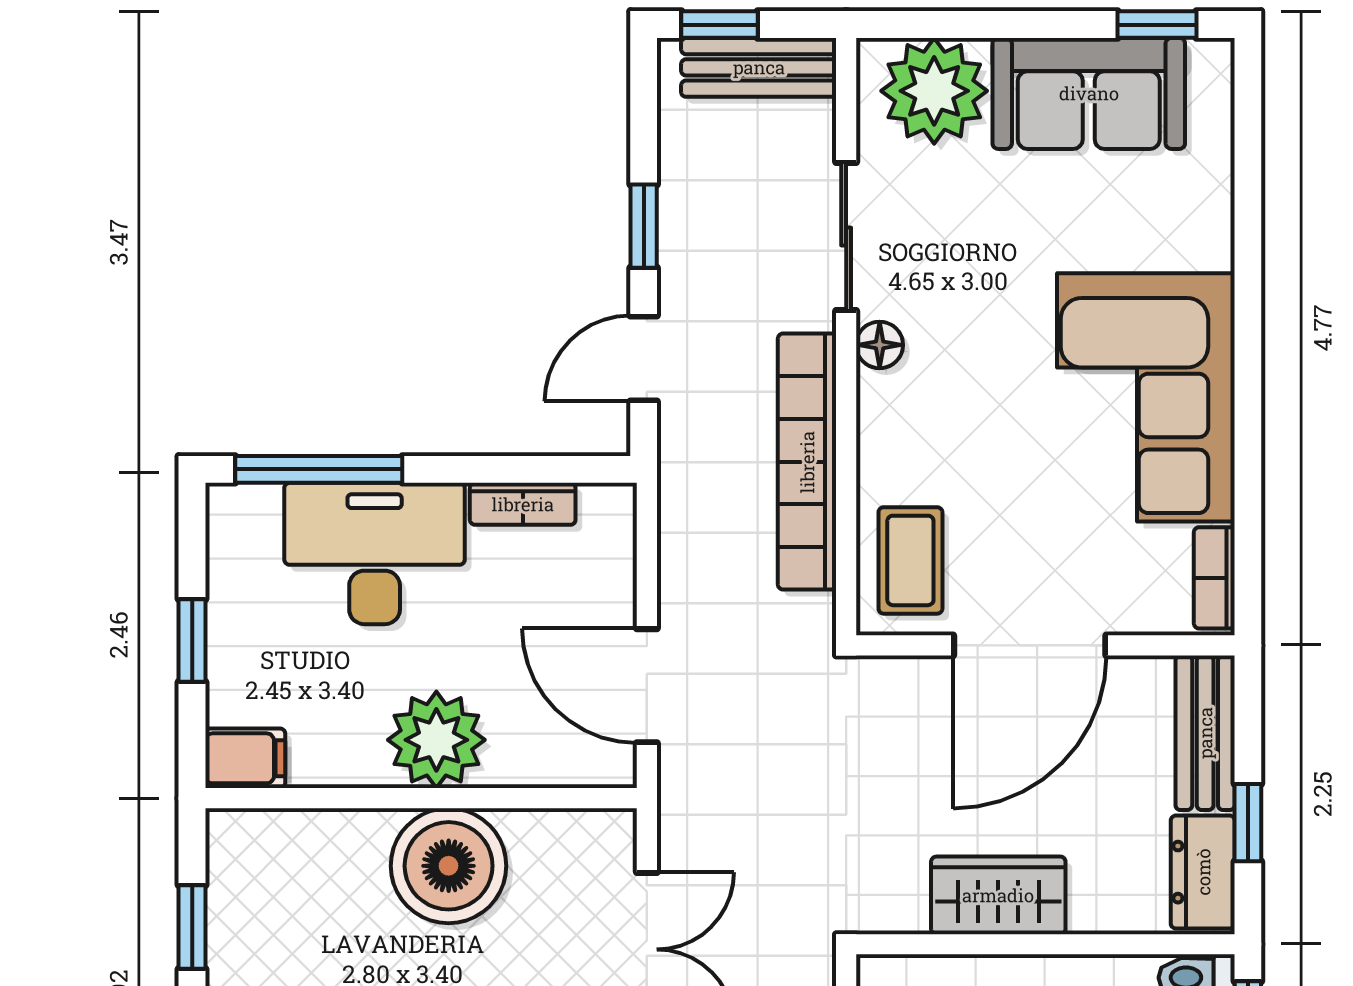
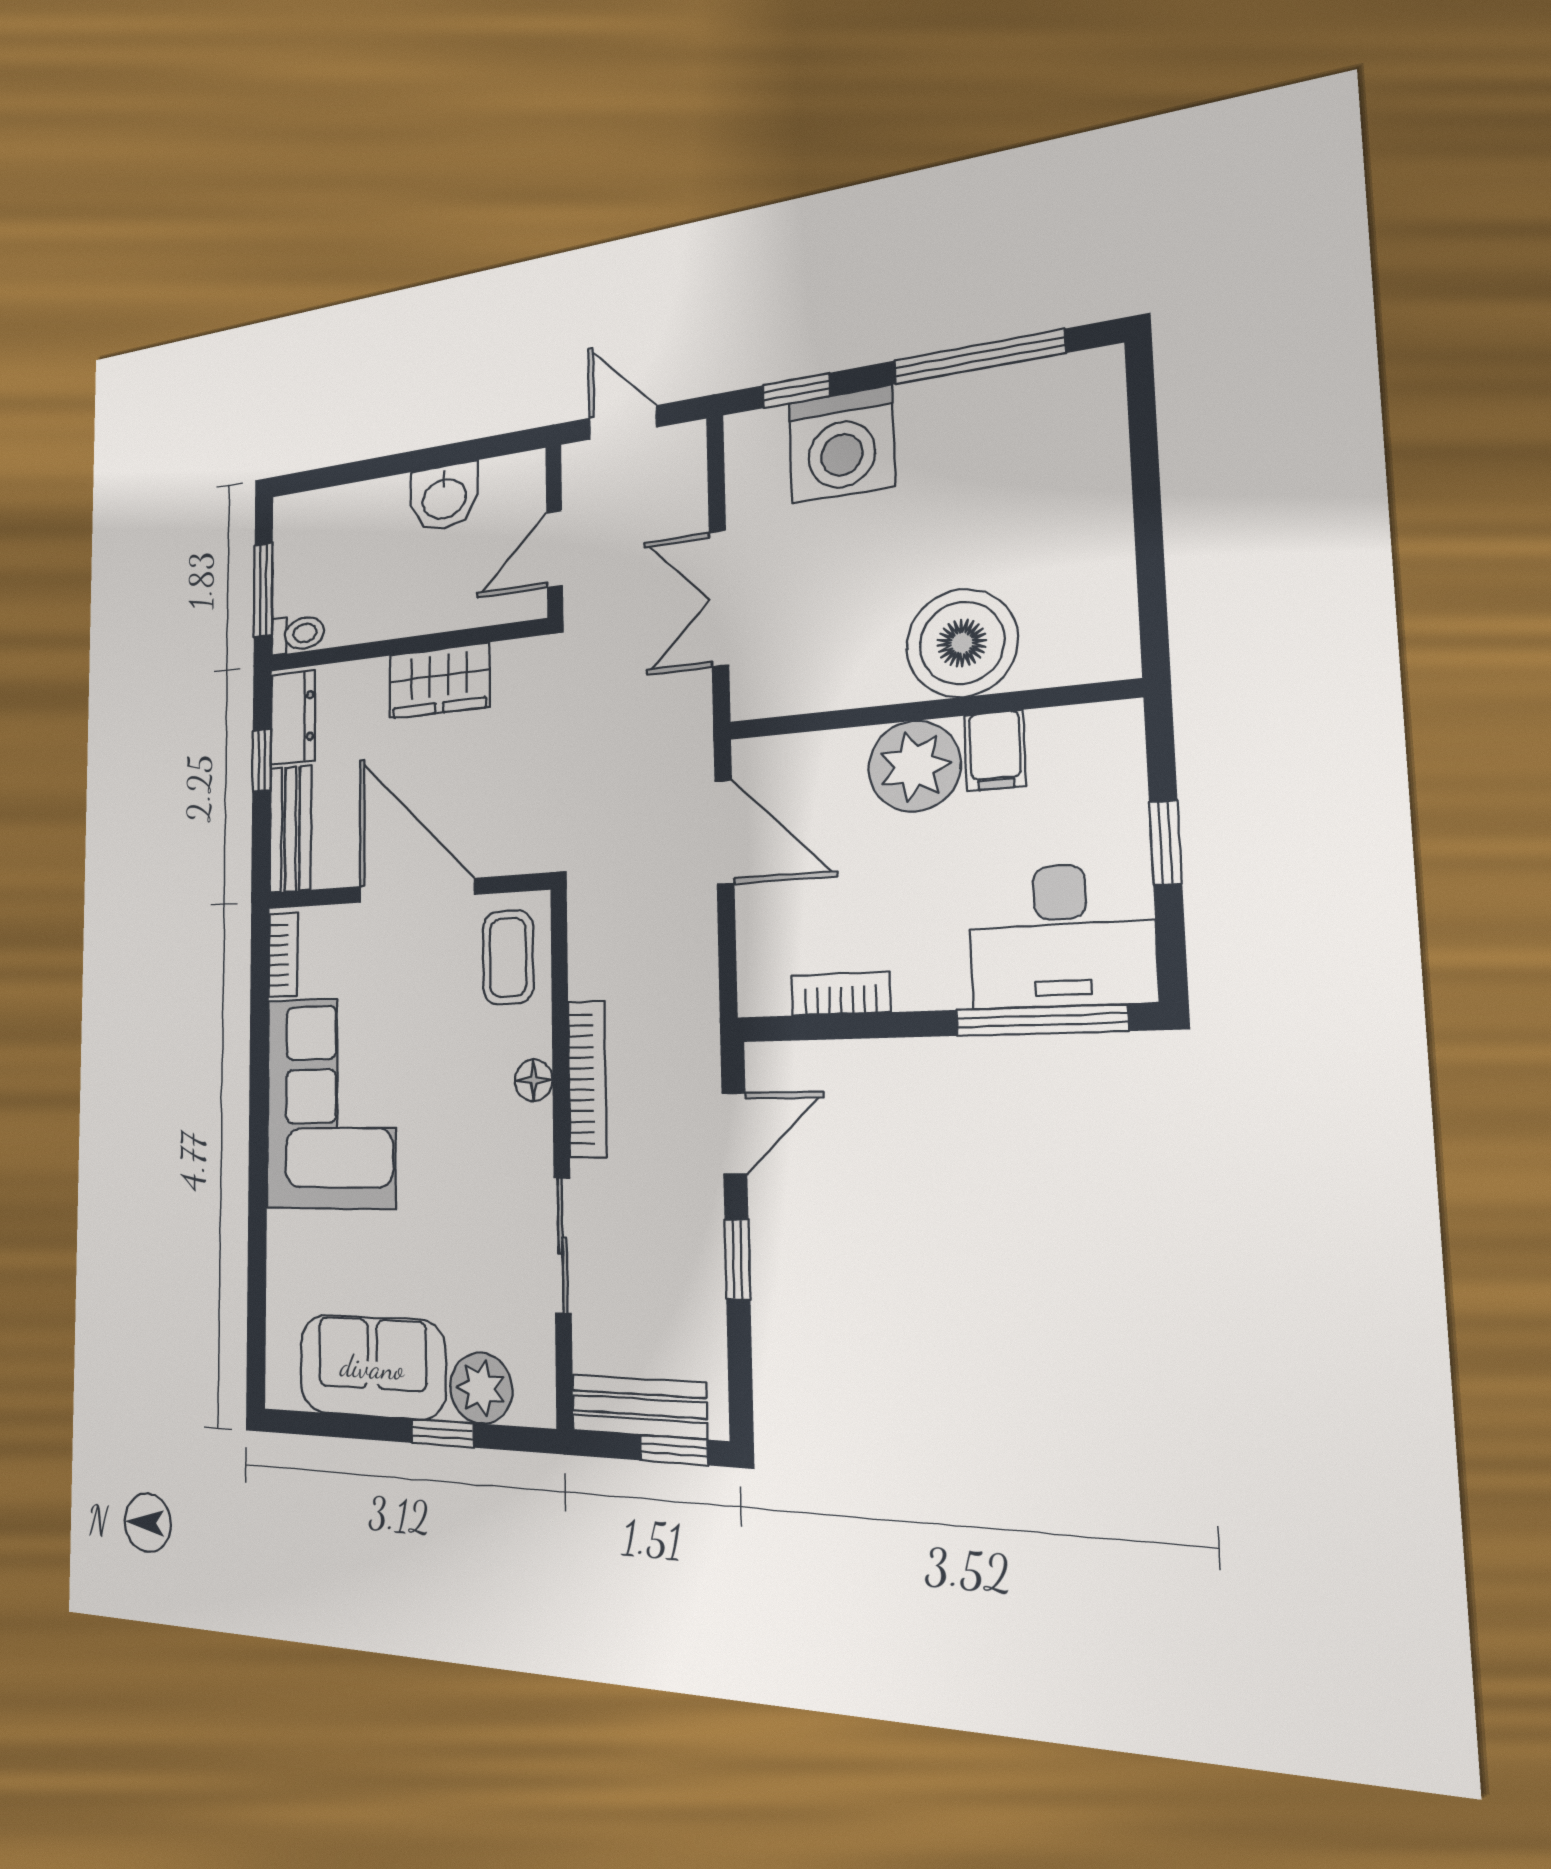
window: (1157, 25) -> (442, 1433), moved
plant: (934, 91) -> (481, 1388), width x0.73, depth x0.73
floor lamp: (880, 345) -> (534, 1080), moved
bookcase: (807, 462) -> (587, 1079), width x0.68, depth x0.76
desk: (375, 554) -> (1061, 936), moved
door: (1030, 645) -> (416, 890), hinge flipped
filing cabinet: (245, 758) -> (995, 751), moved, turned -90
boiler: (449, 866) -> (962, 643), moved
window: (192, 927) -> (1150, 561), removed

